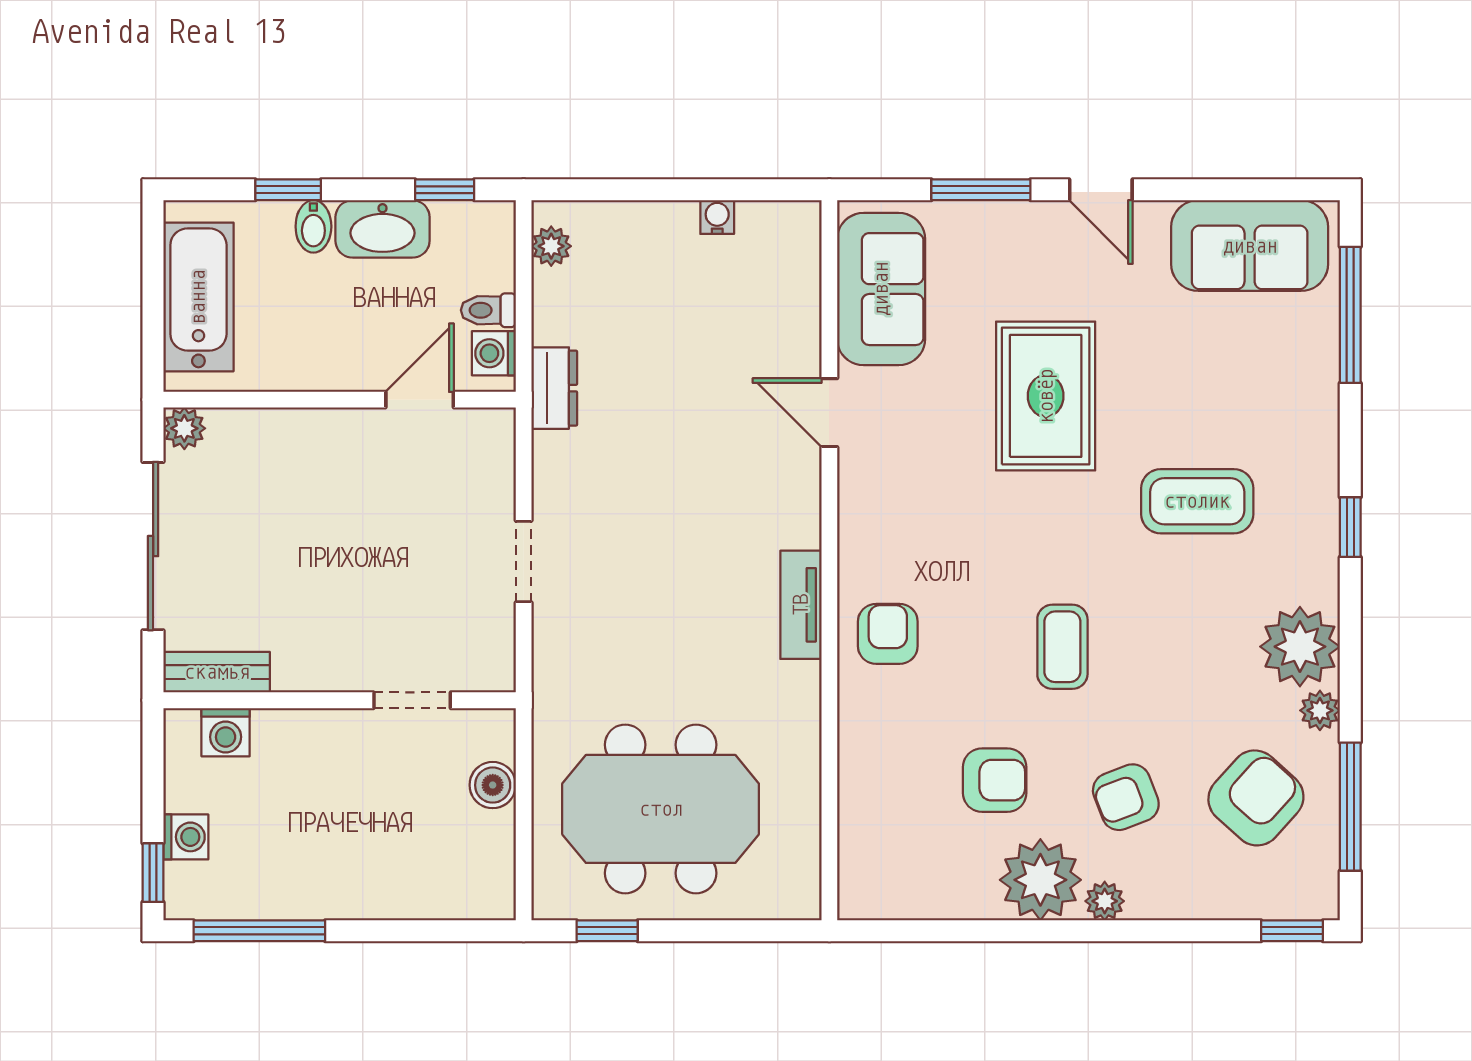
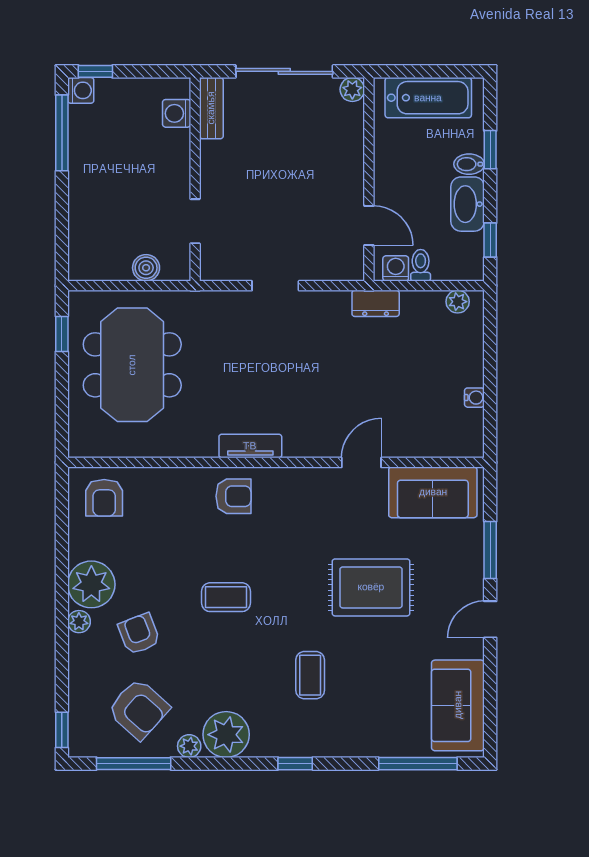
coffee table: (1197, 501) -> (310, 675), width x0.73, depth x0.77
armchair: (995, 780) -> (104, 498), moved
washing machine: (186, 837) -> (81, 90), moved, turned -90

